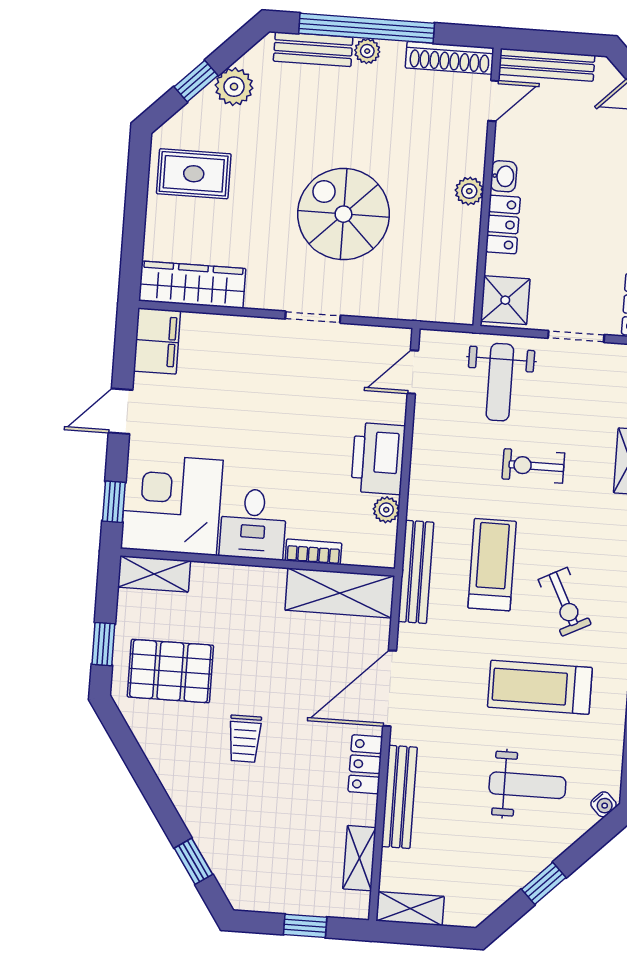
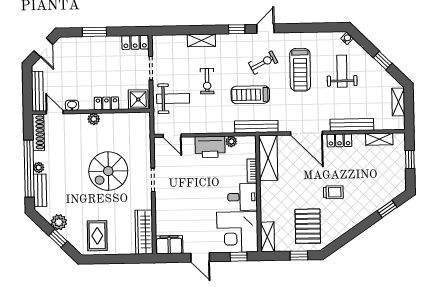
washbasin: (504, 176) -> (72, 105), moved
shelving: (410, 909) -> (398, 102), moved

